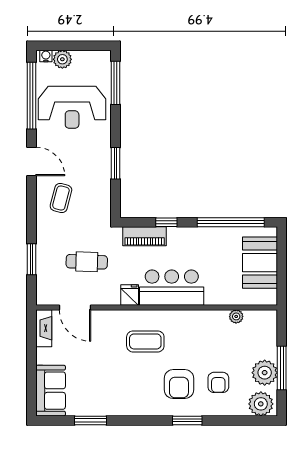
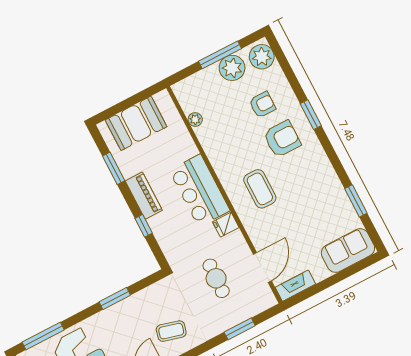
window: (231, 222) -> (114, 168), width x0.47
piano: (145, 236) -> (144, 196), moved

